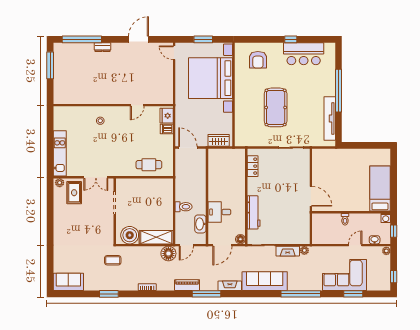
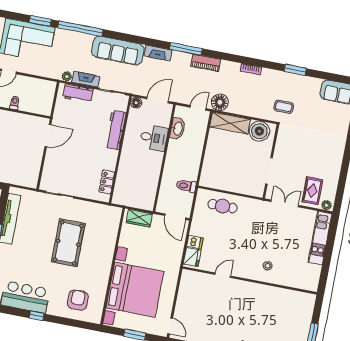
door: (311, 196) -> (48, 136), swing flipped
toilet: (184, 207) -> (186, 186), moved
workbench: (292, 238) -> (78, 93), added
window: (353, 294) -> (40, 21), moved

